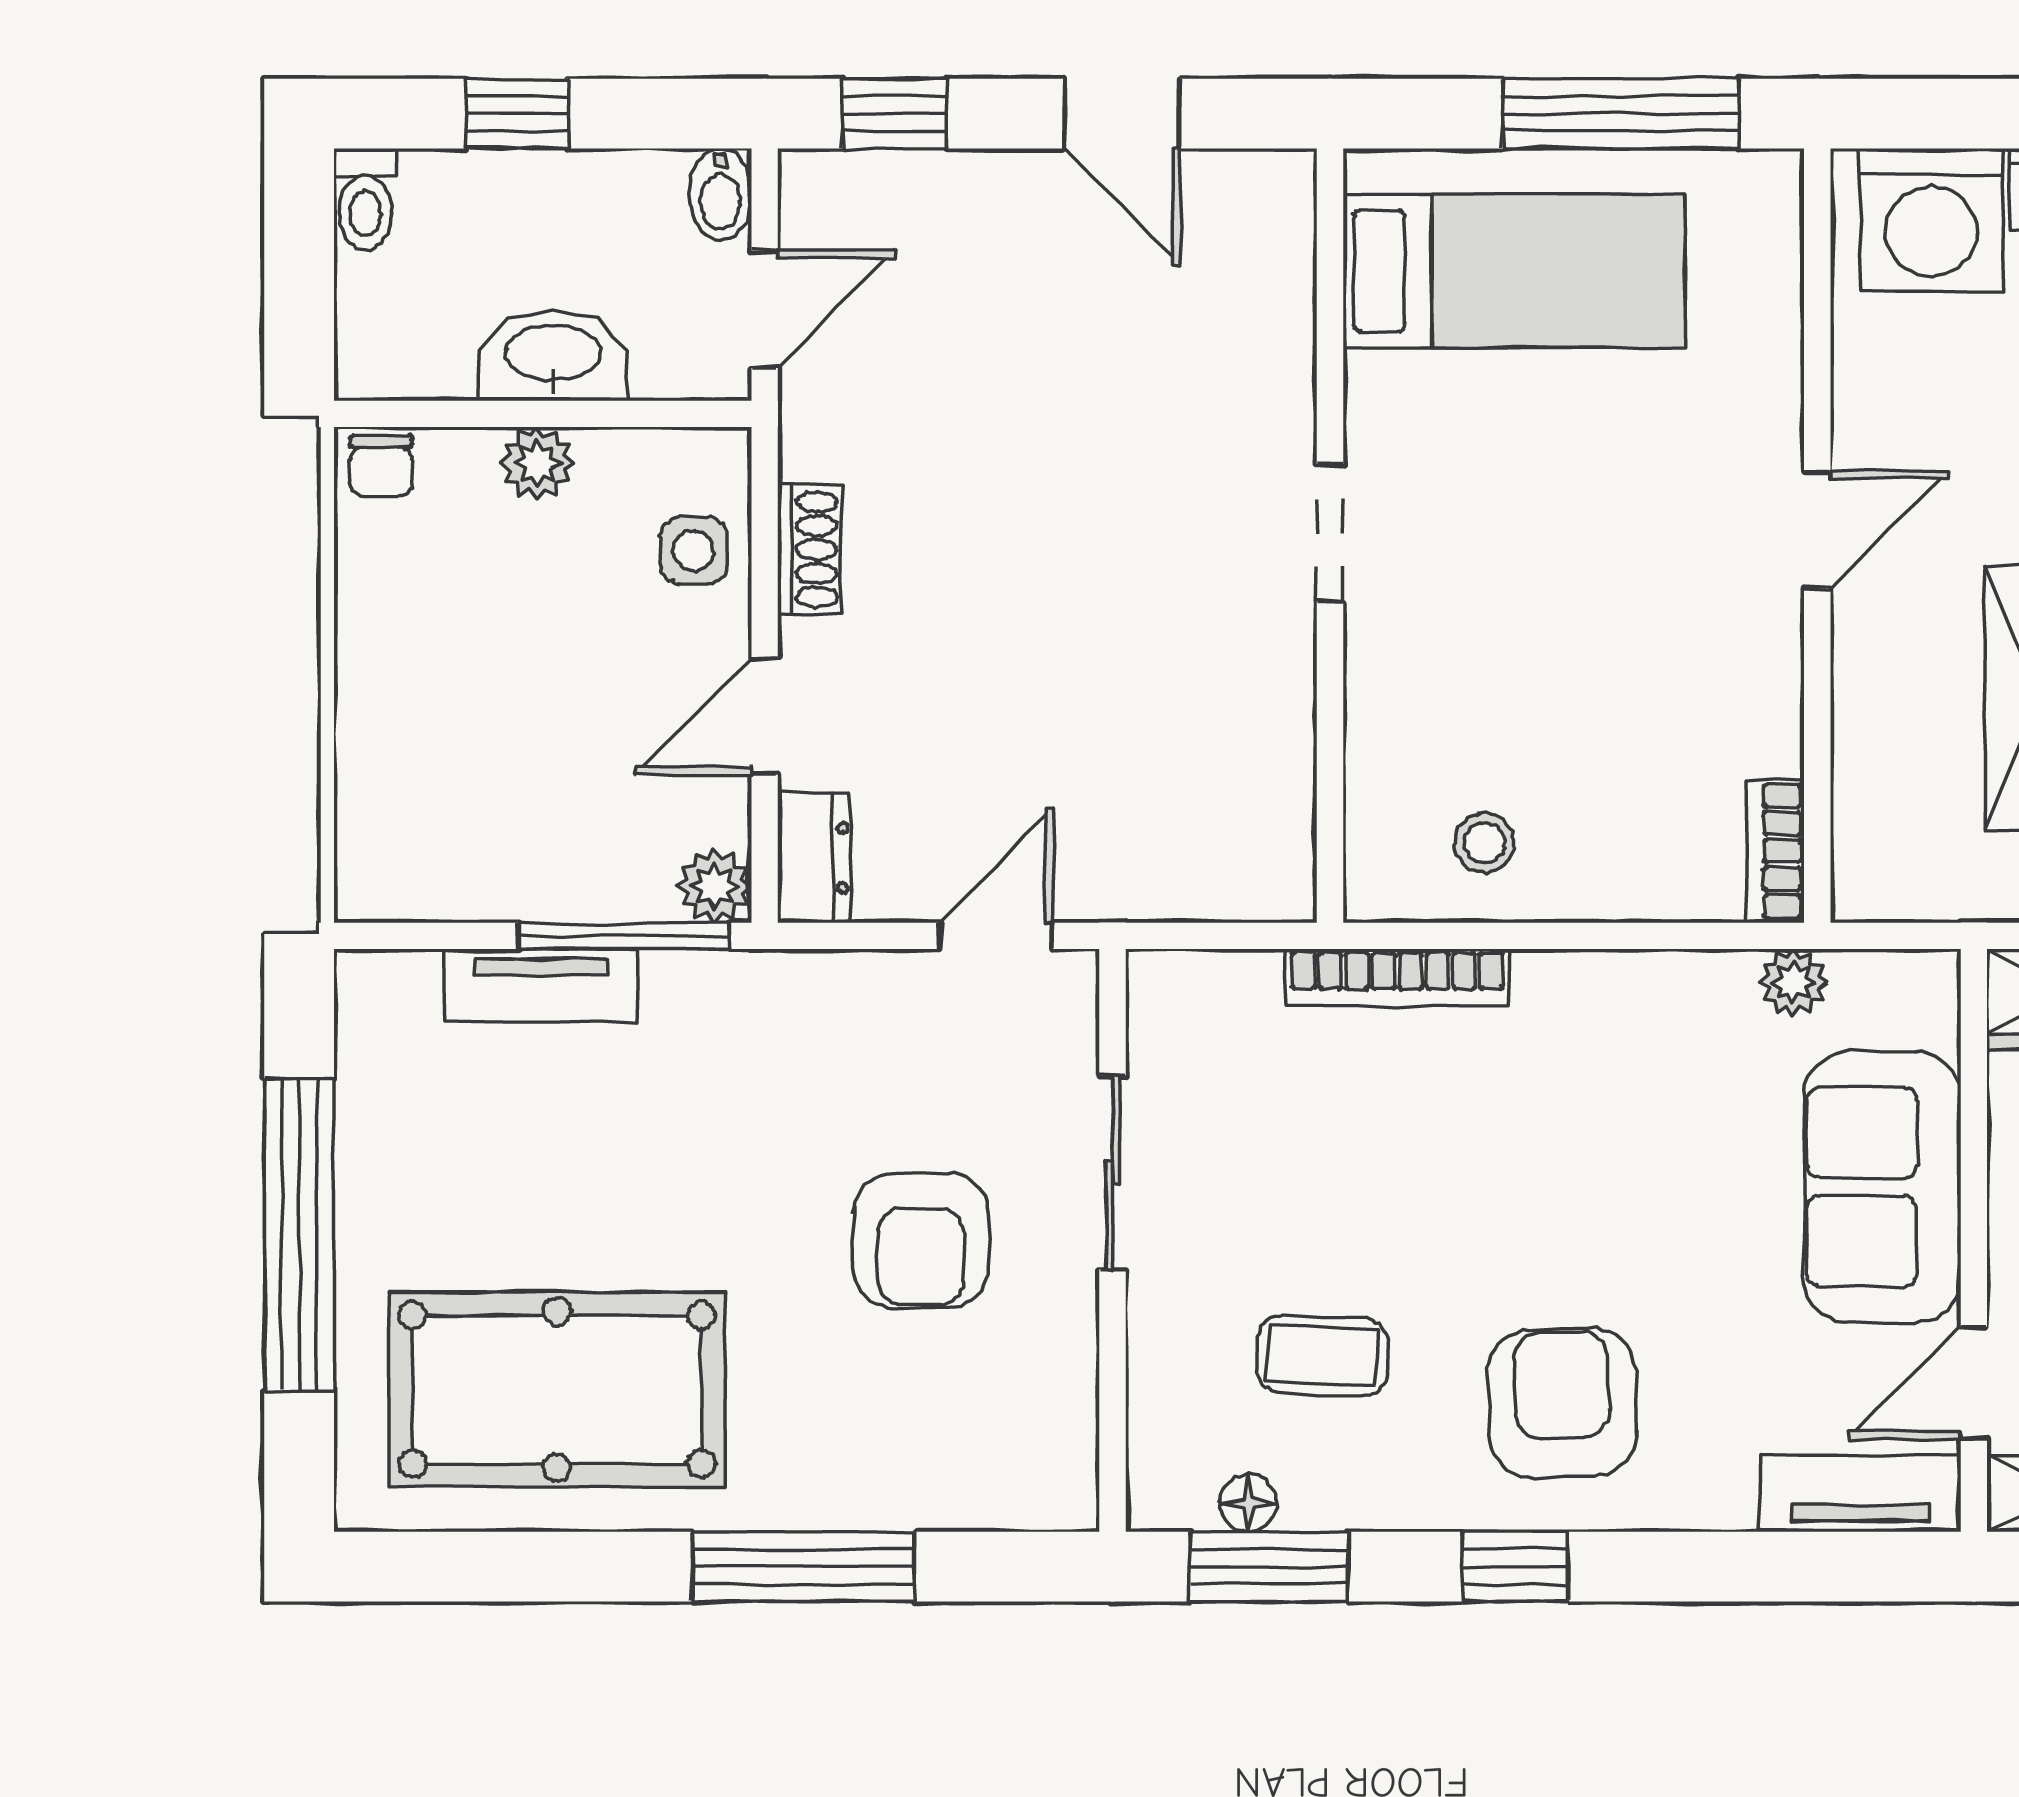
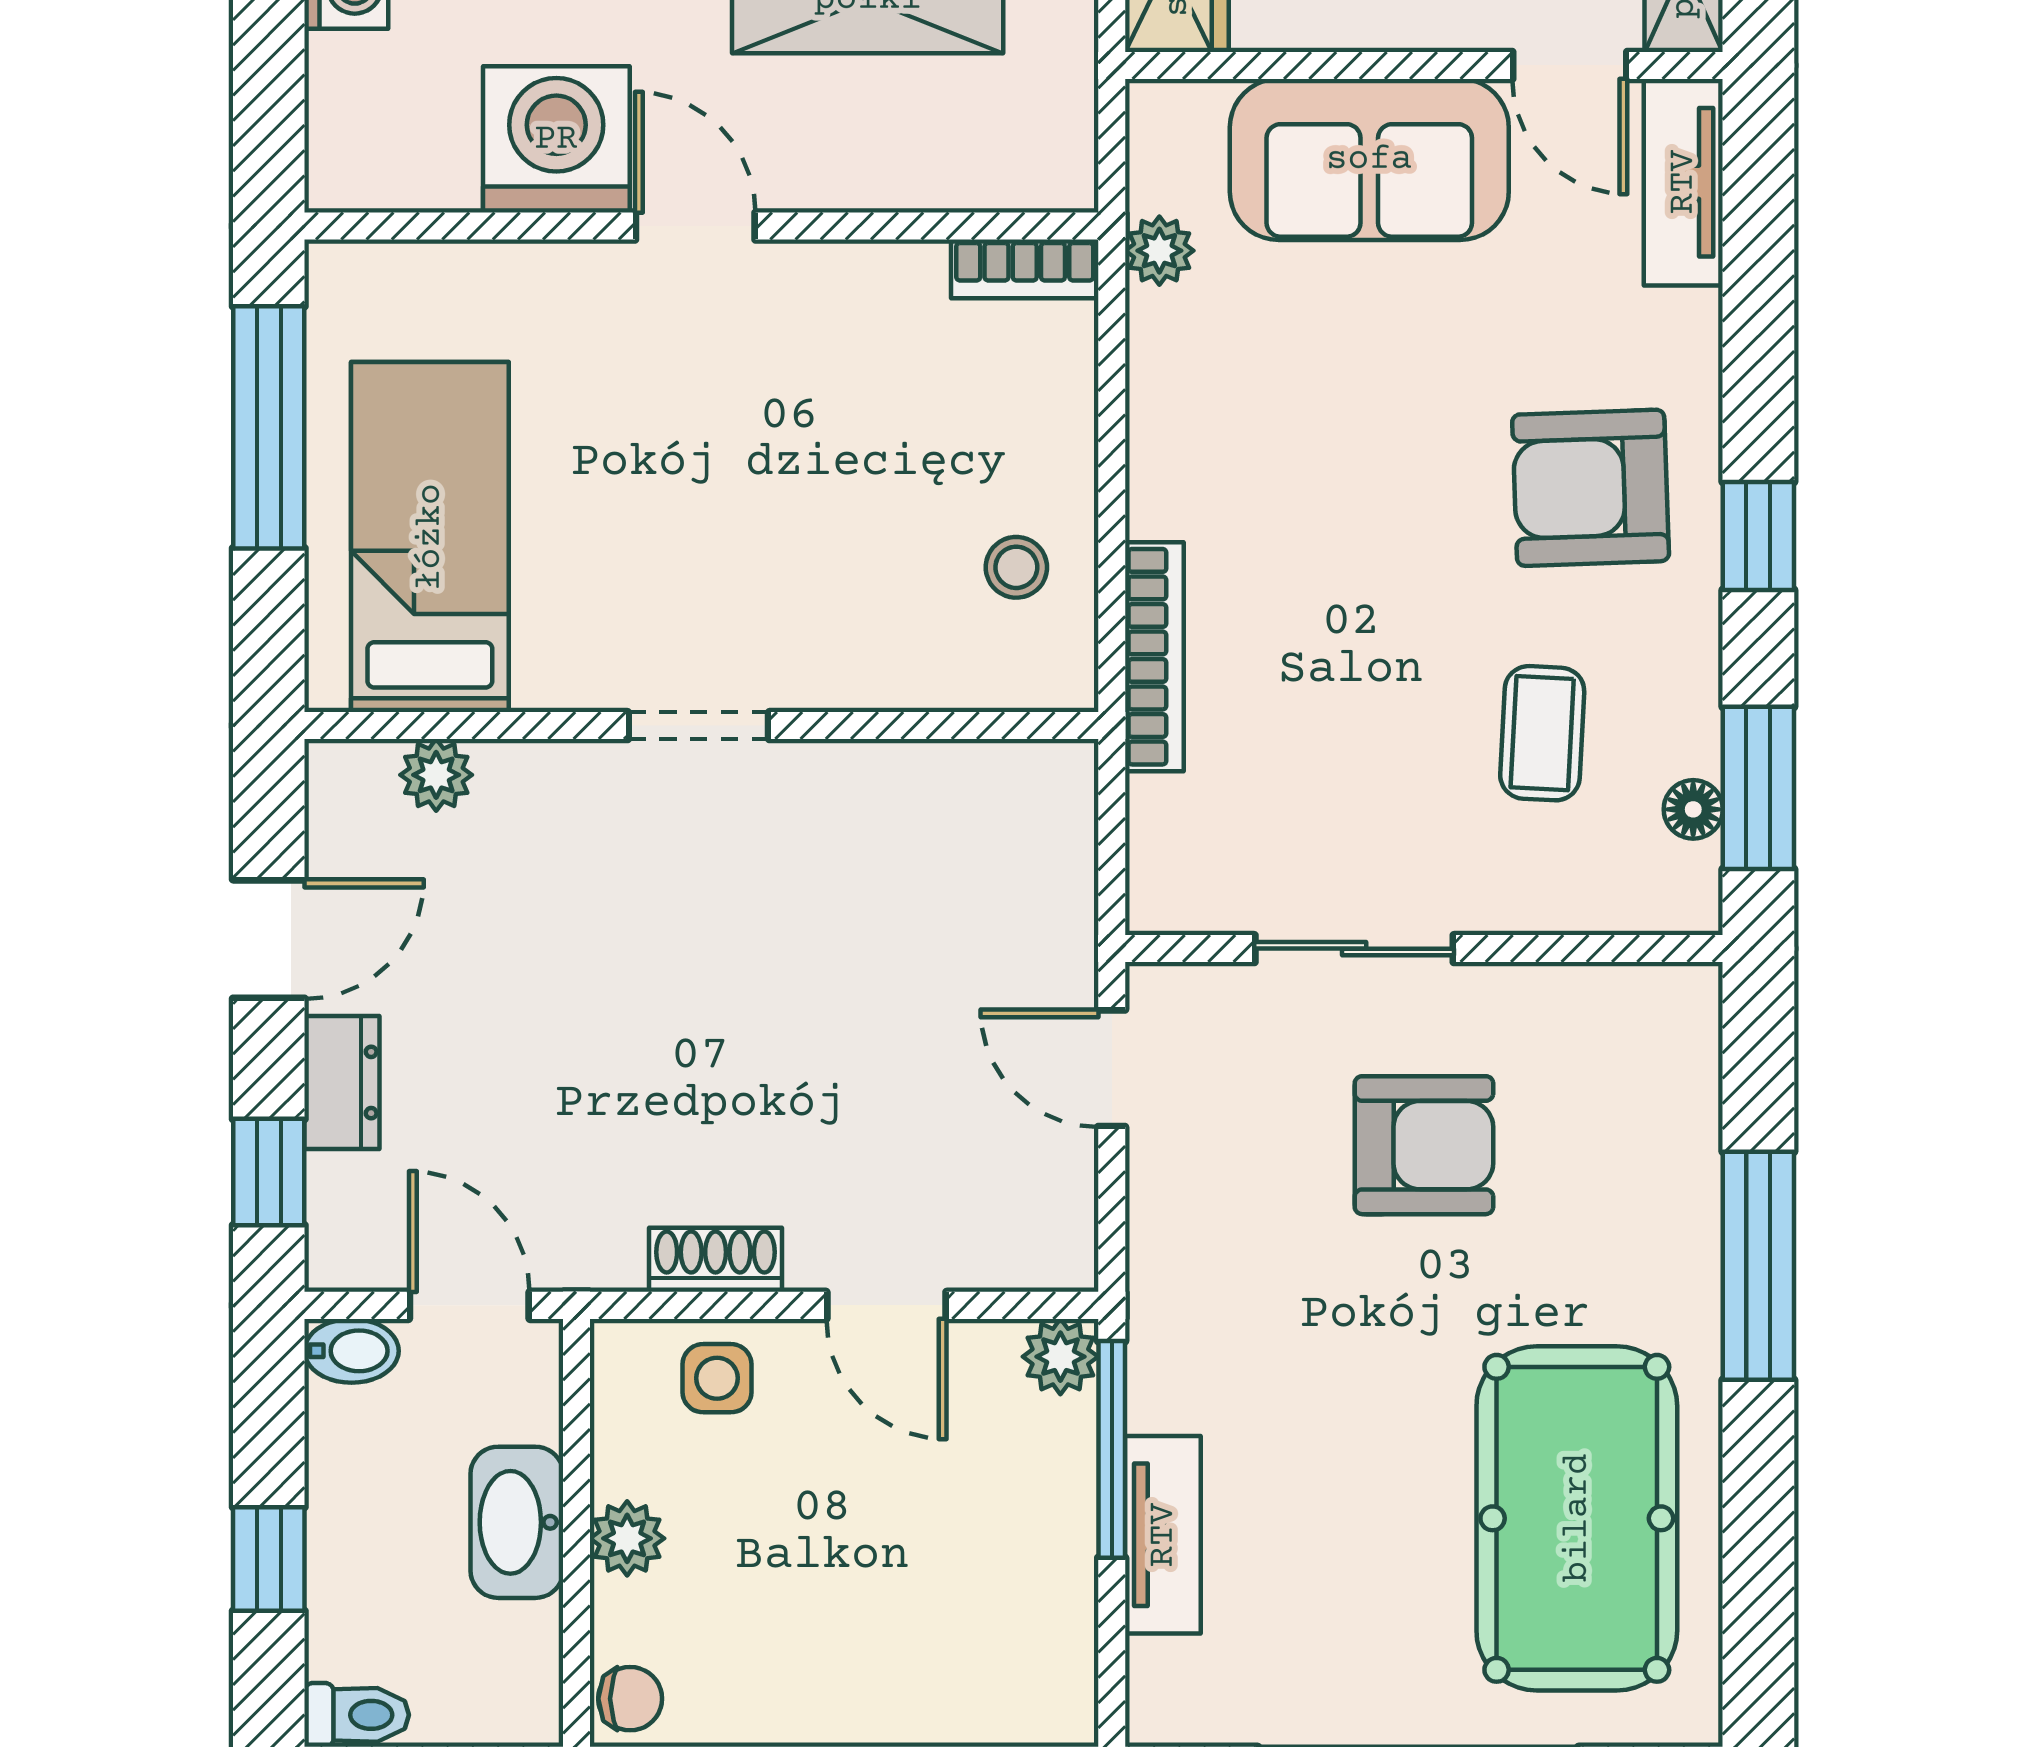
washing machine: (1931, 220) -> (556, 139), moved, turned -90
plant: (1282, 277) -> (436, 775), added
dresser: (814, 858) -> (342, 1083), moved, turned 90

